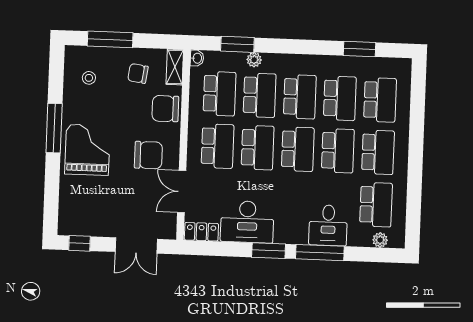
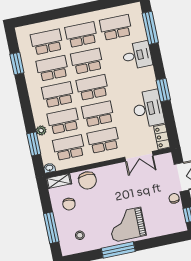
chair: (148, 155) -> (174, 198), moved, width x0.54, depth x0.54
plant: (380, 240) -> (138, 19), removed
window: (320, 253) -> (150, 28), moved

